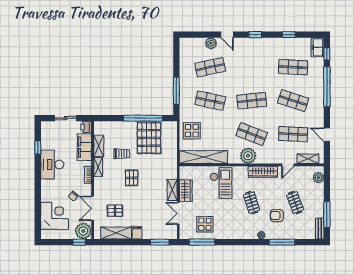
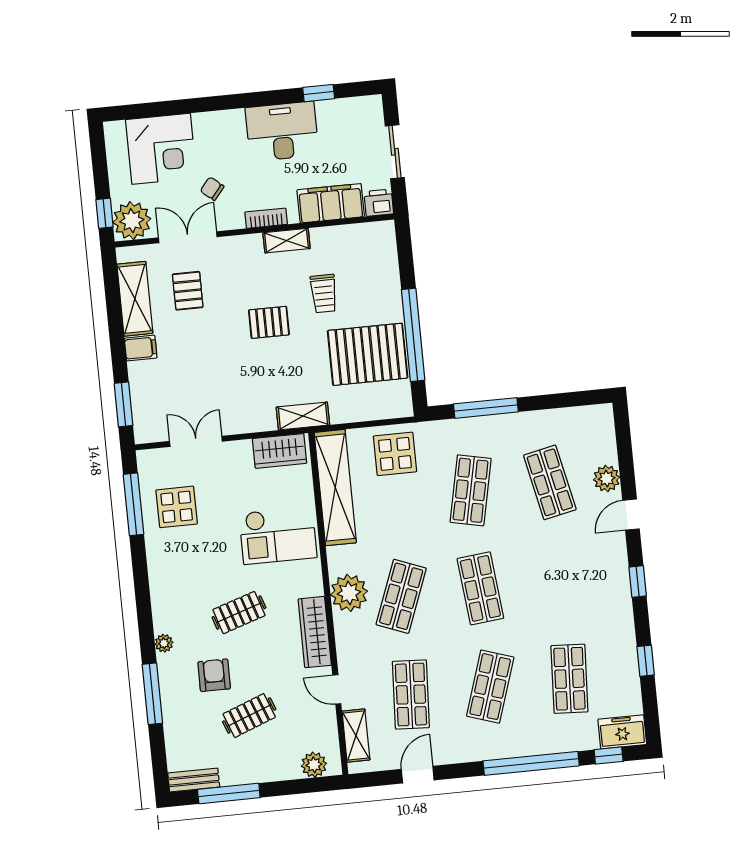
shelving: (99, 146) -> (337, 237), removed
shelving: (172, 190) -> (303, 416), moved
wardrobe: (186, 191) -> (280, 451), moved

